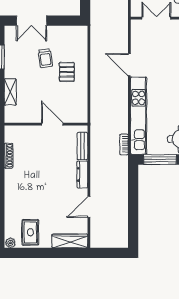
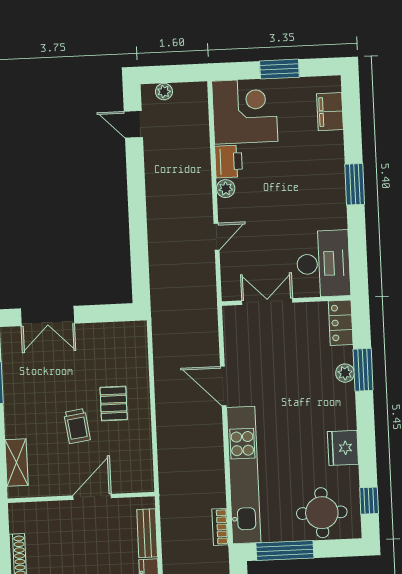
trolley: (45, 58) -> (77, 426), moved
shelving: (10, 92) -> (17, 462), moved
door: (52, 124) -> (92, 497), hinge flipped

